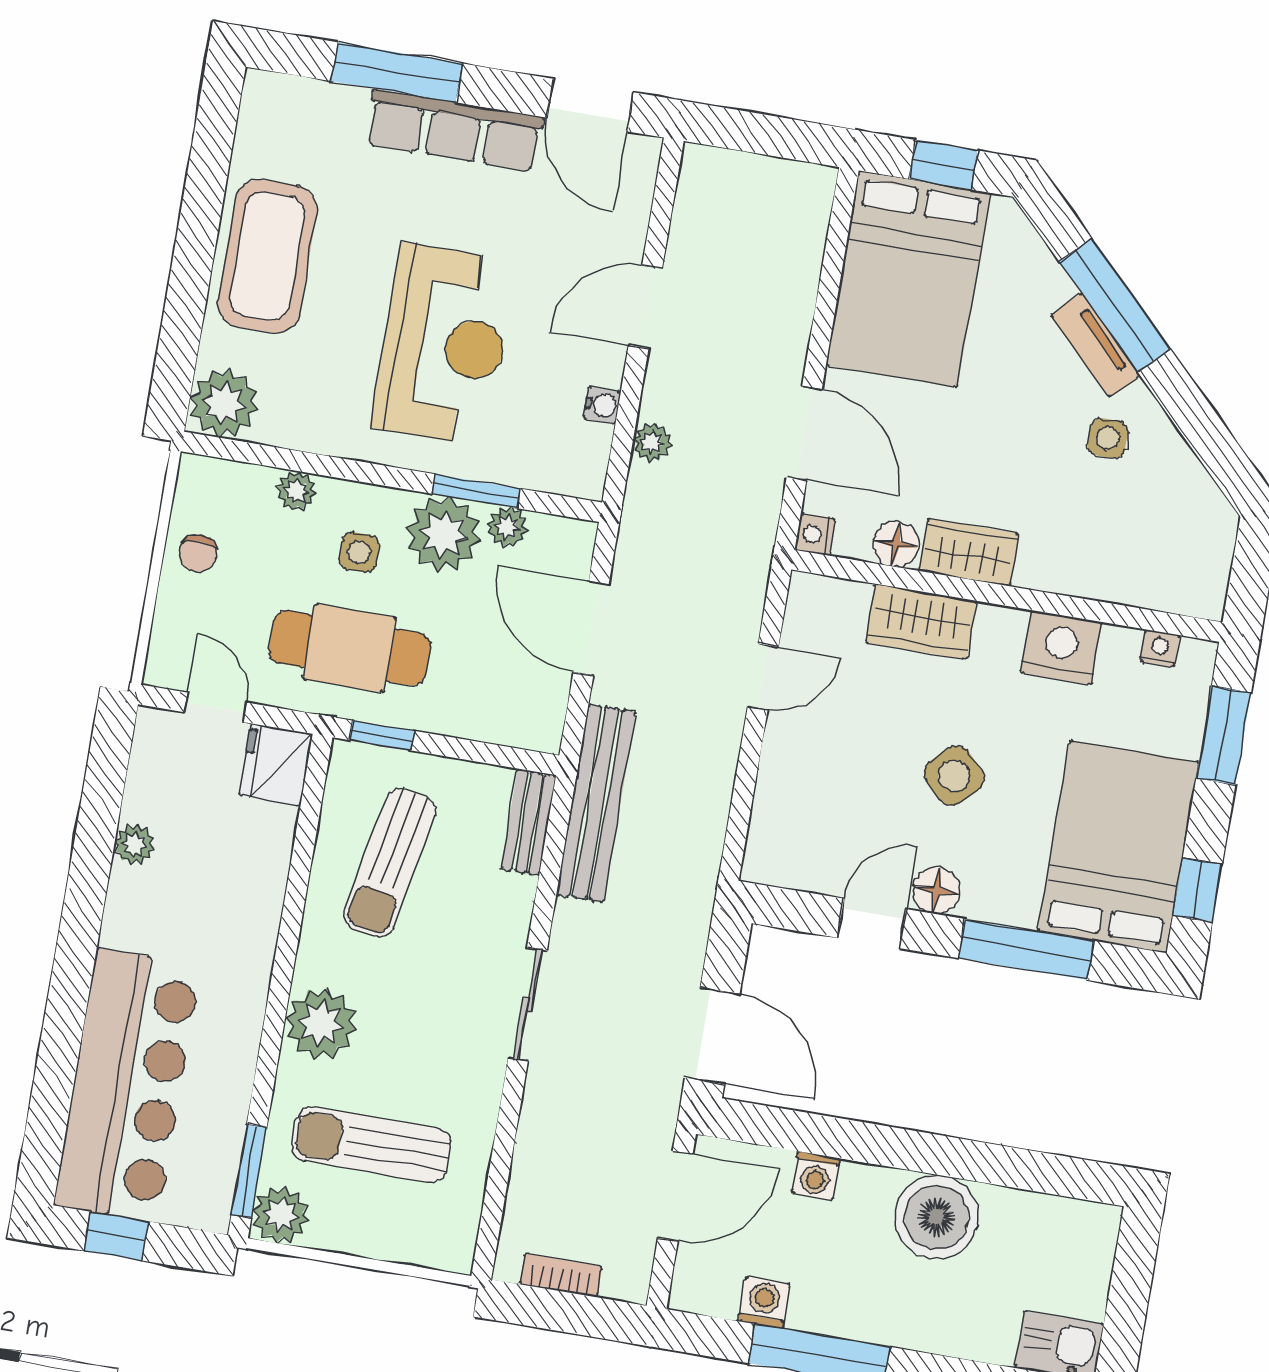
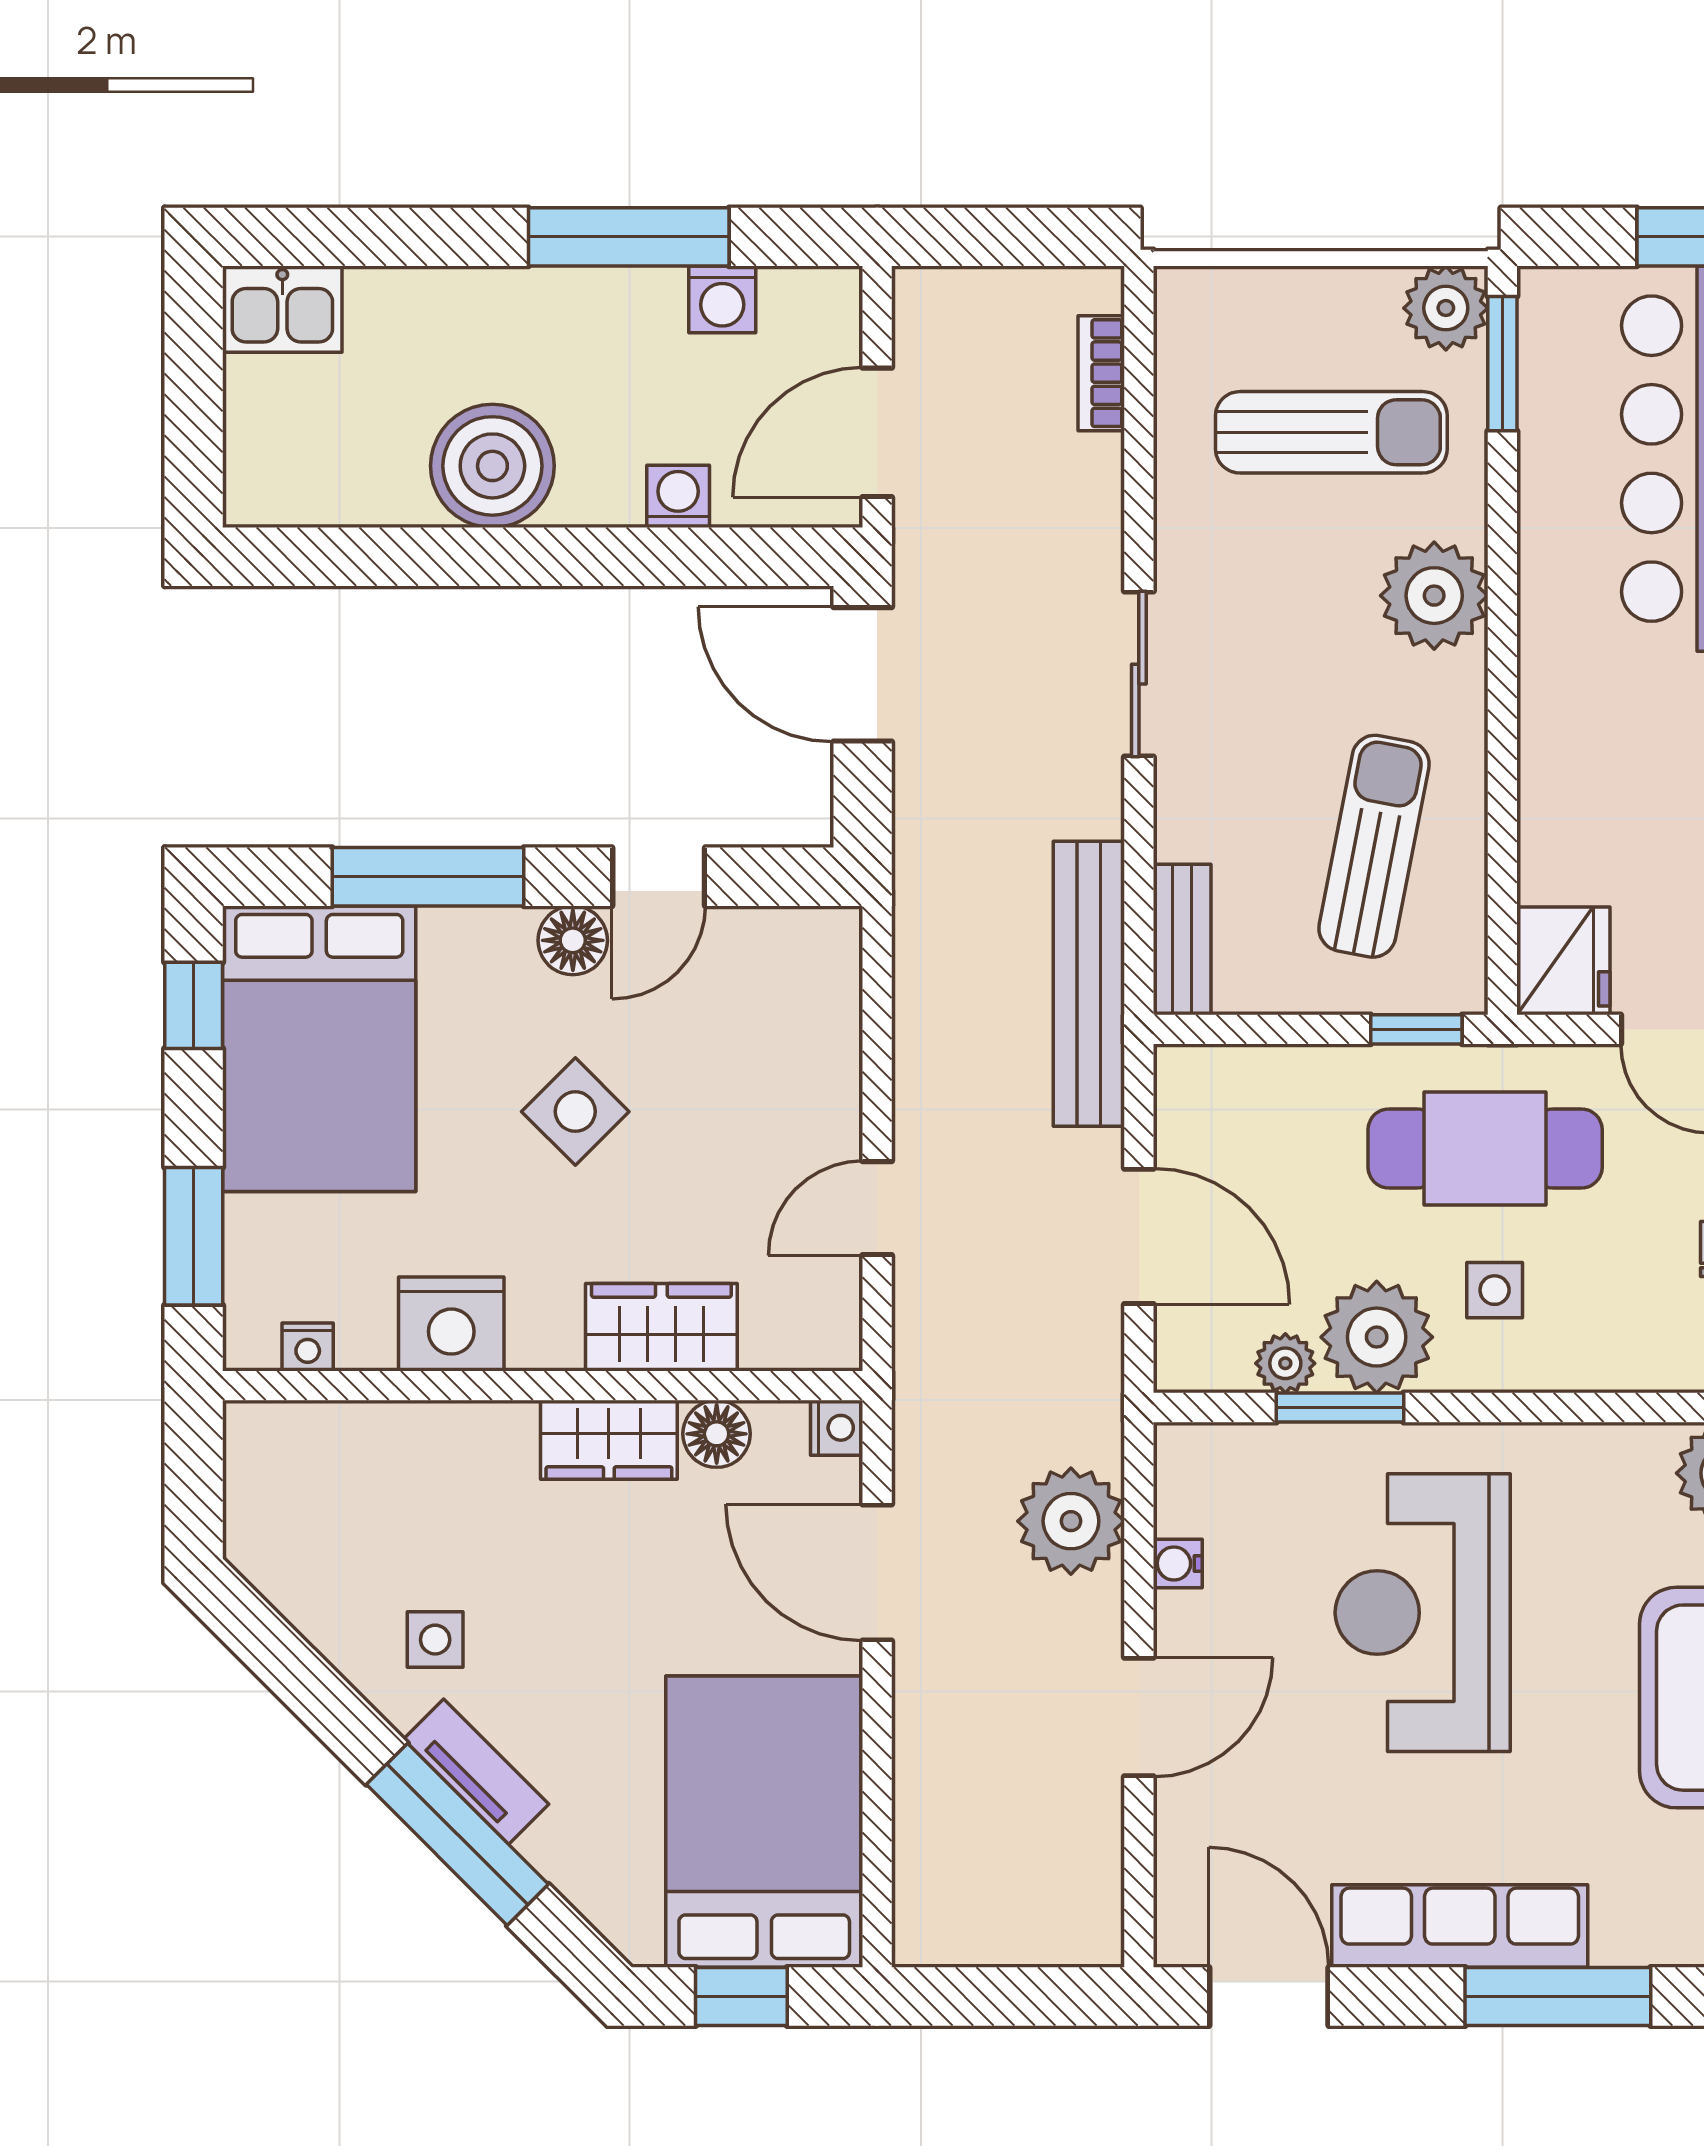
plant: (652, 443) -> (1071, 1521), width x1.88, depth x1.88
plant: (296, 491) -> (1601, 1364), removed
bookcase: (561, 1275) -> (1101, 373), moved, turned 90

